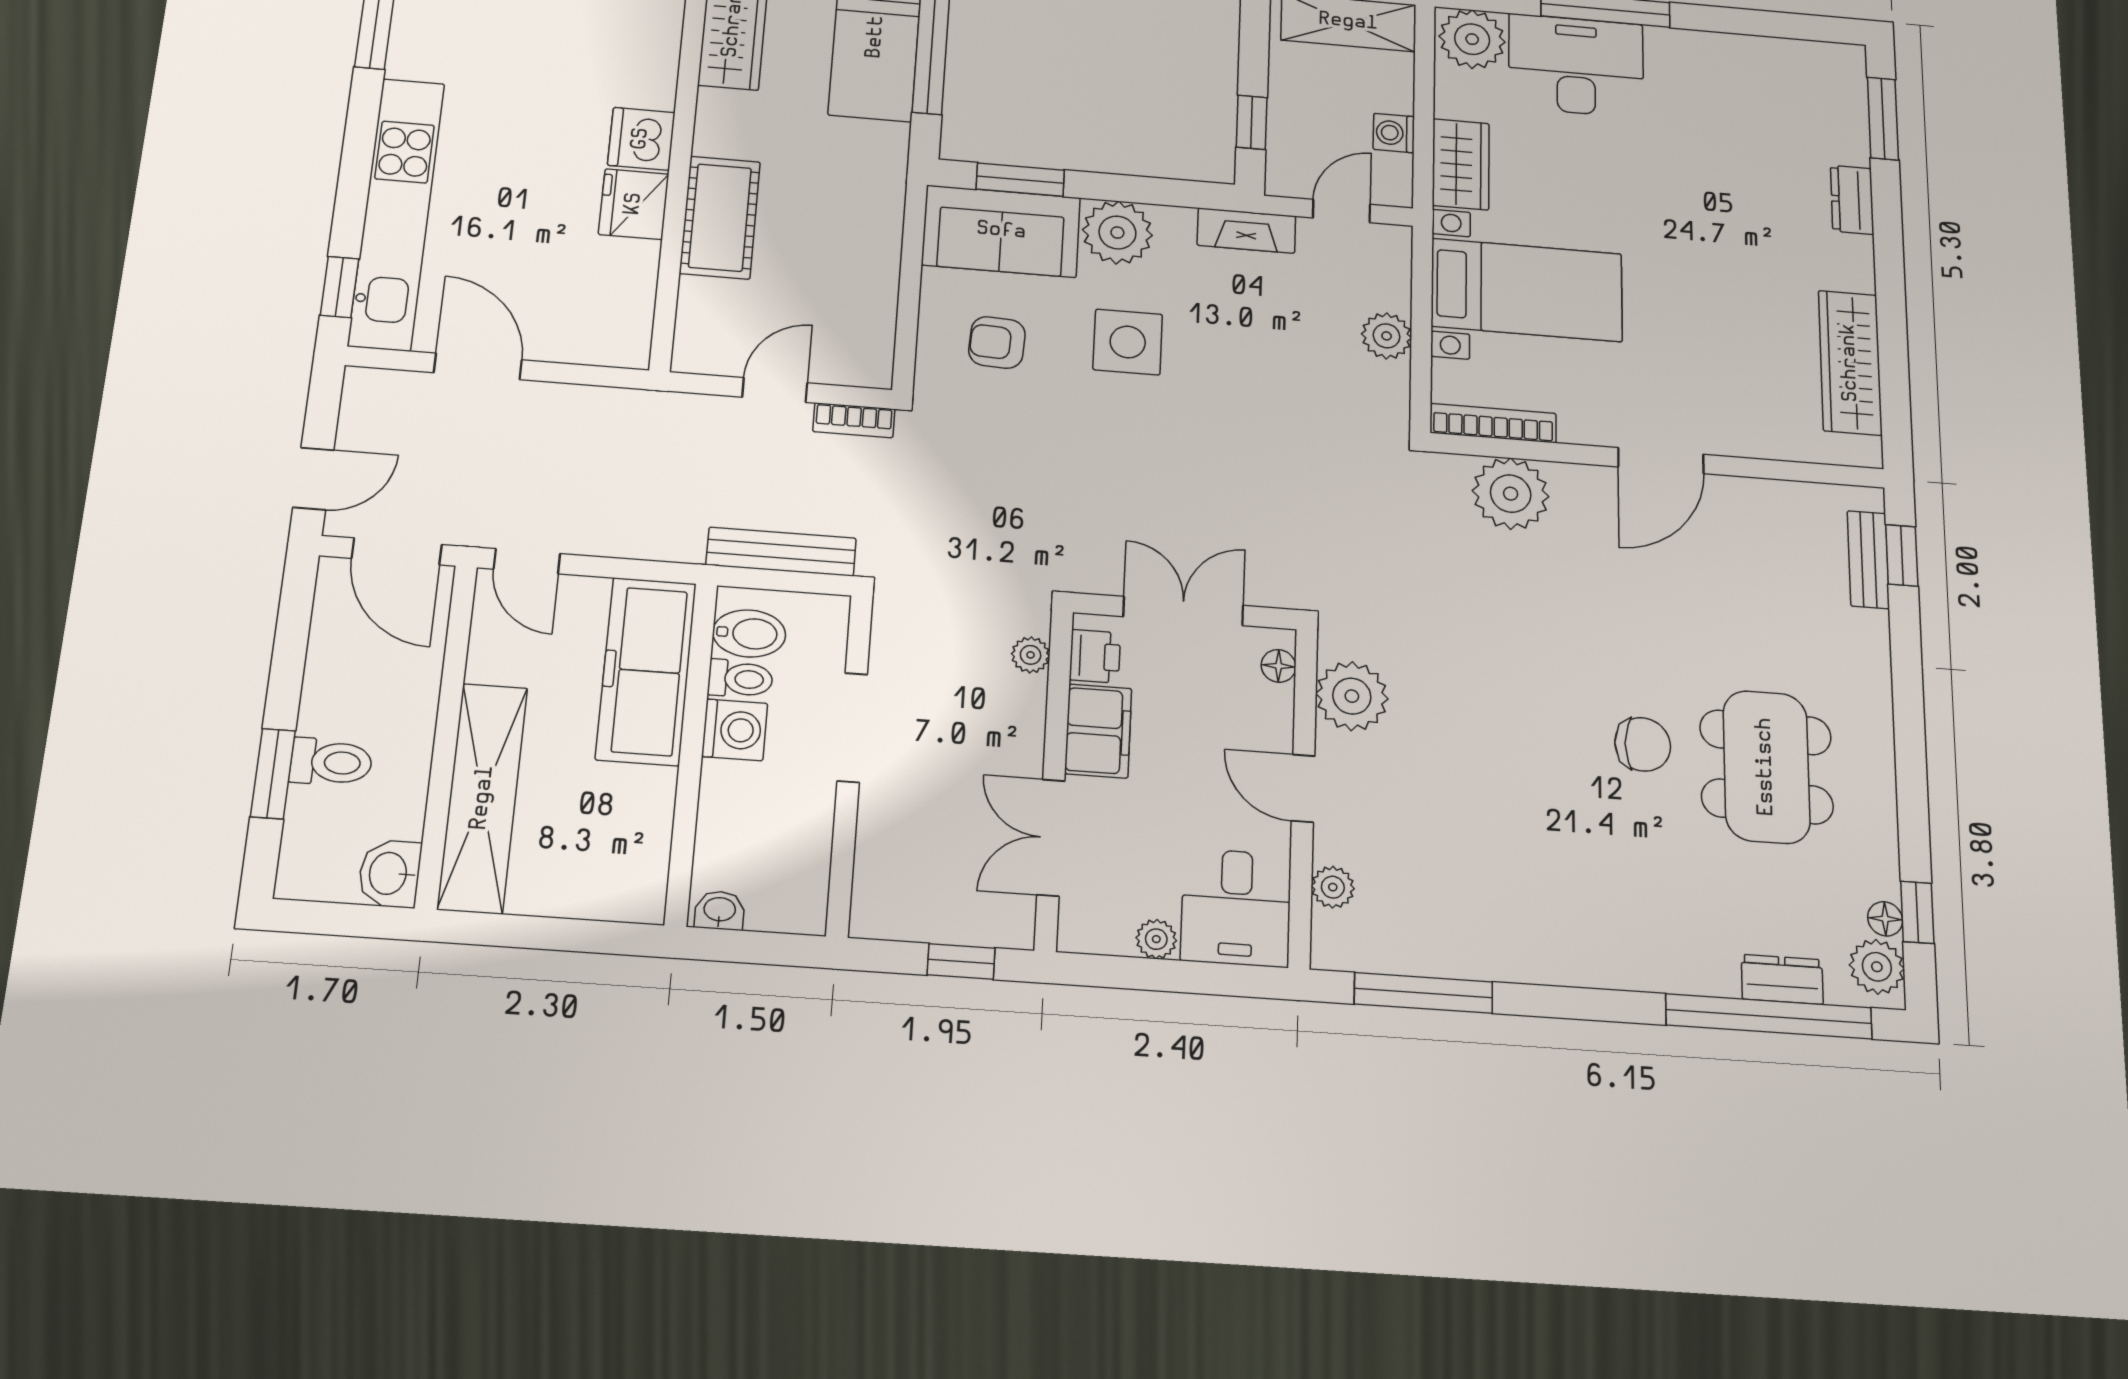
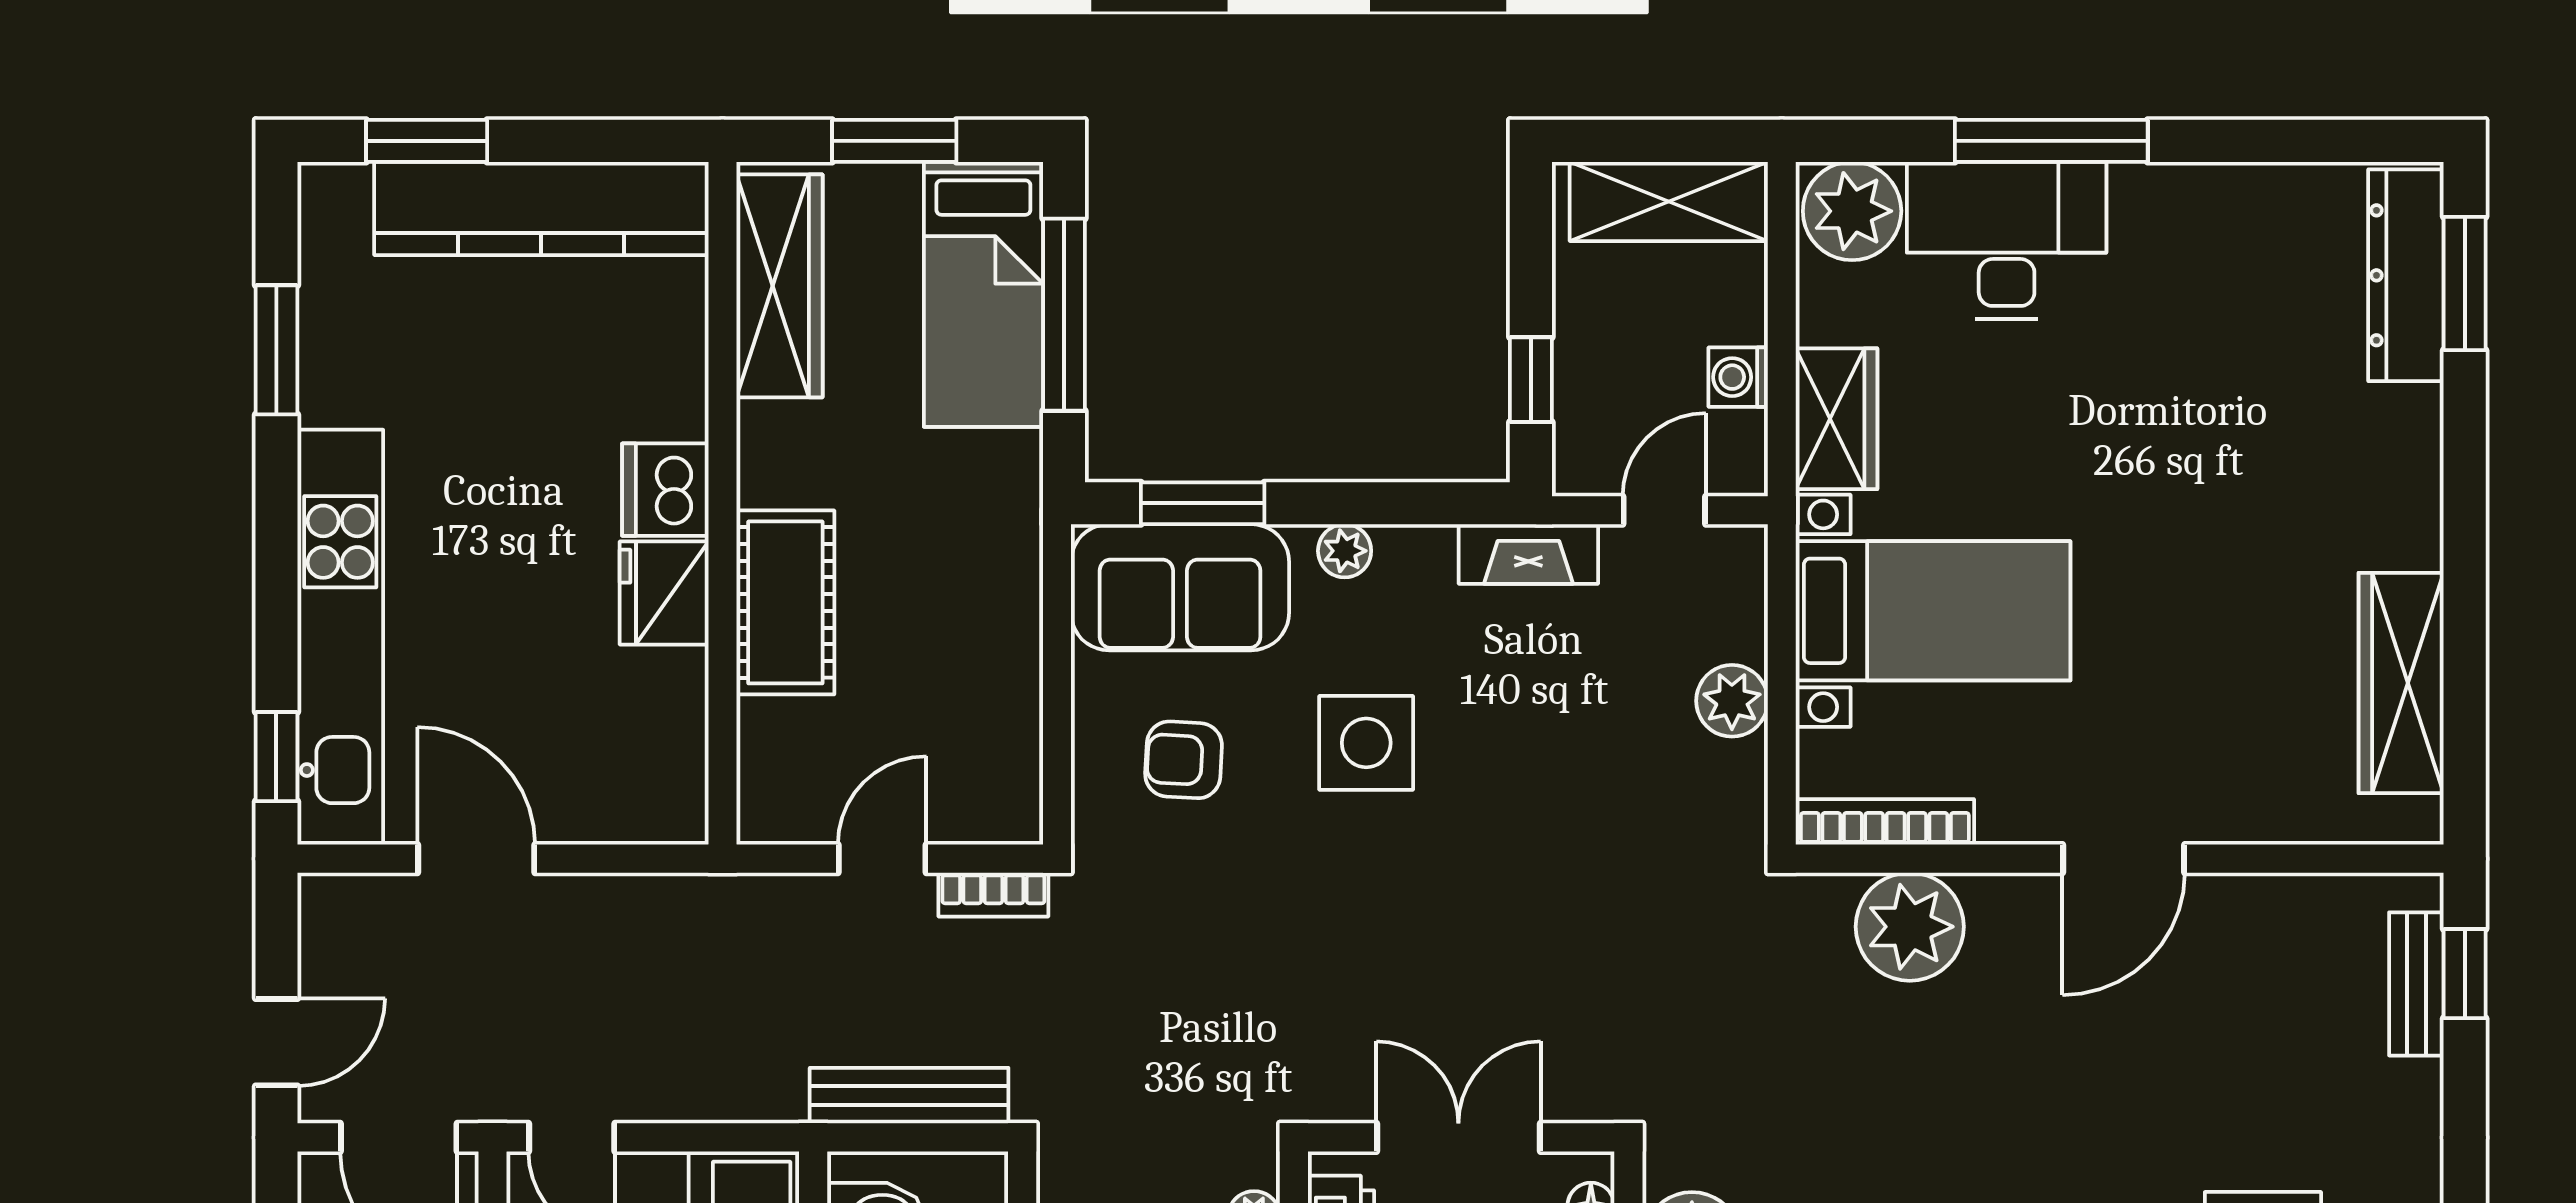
dresser: (1852, 200) -> (2406, 275), moved, width x1.96, depth x1.24
plant: (1117, 233) -> (1345, 551), width x0.53, depth x0.53

